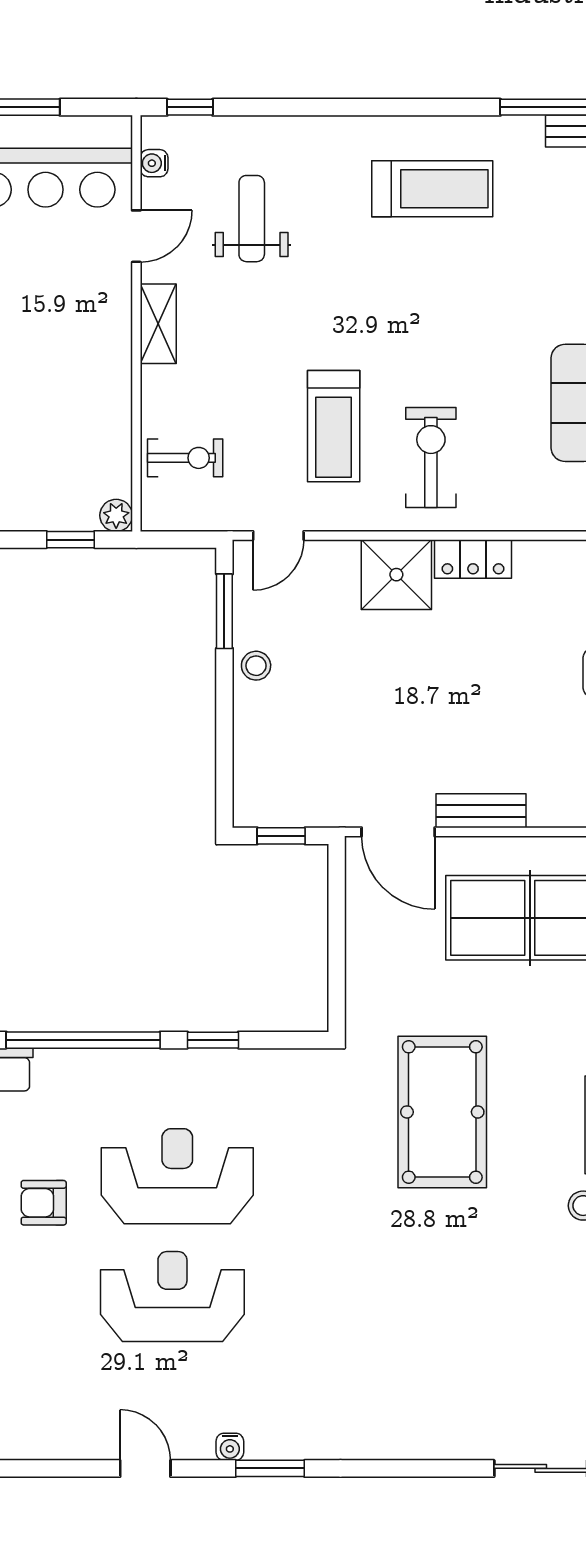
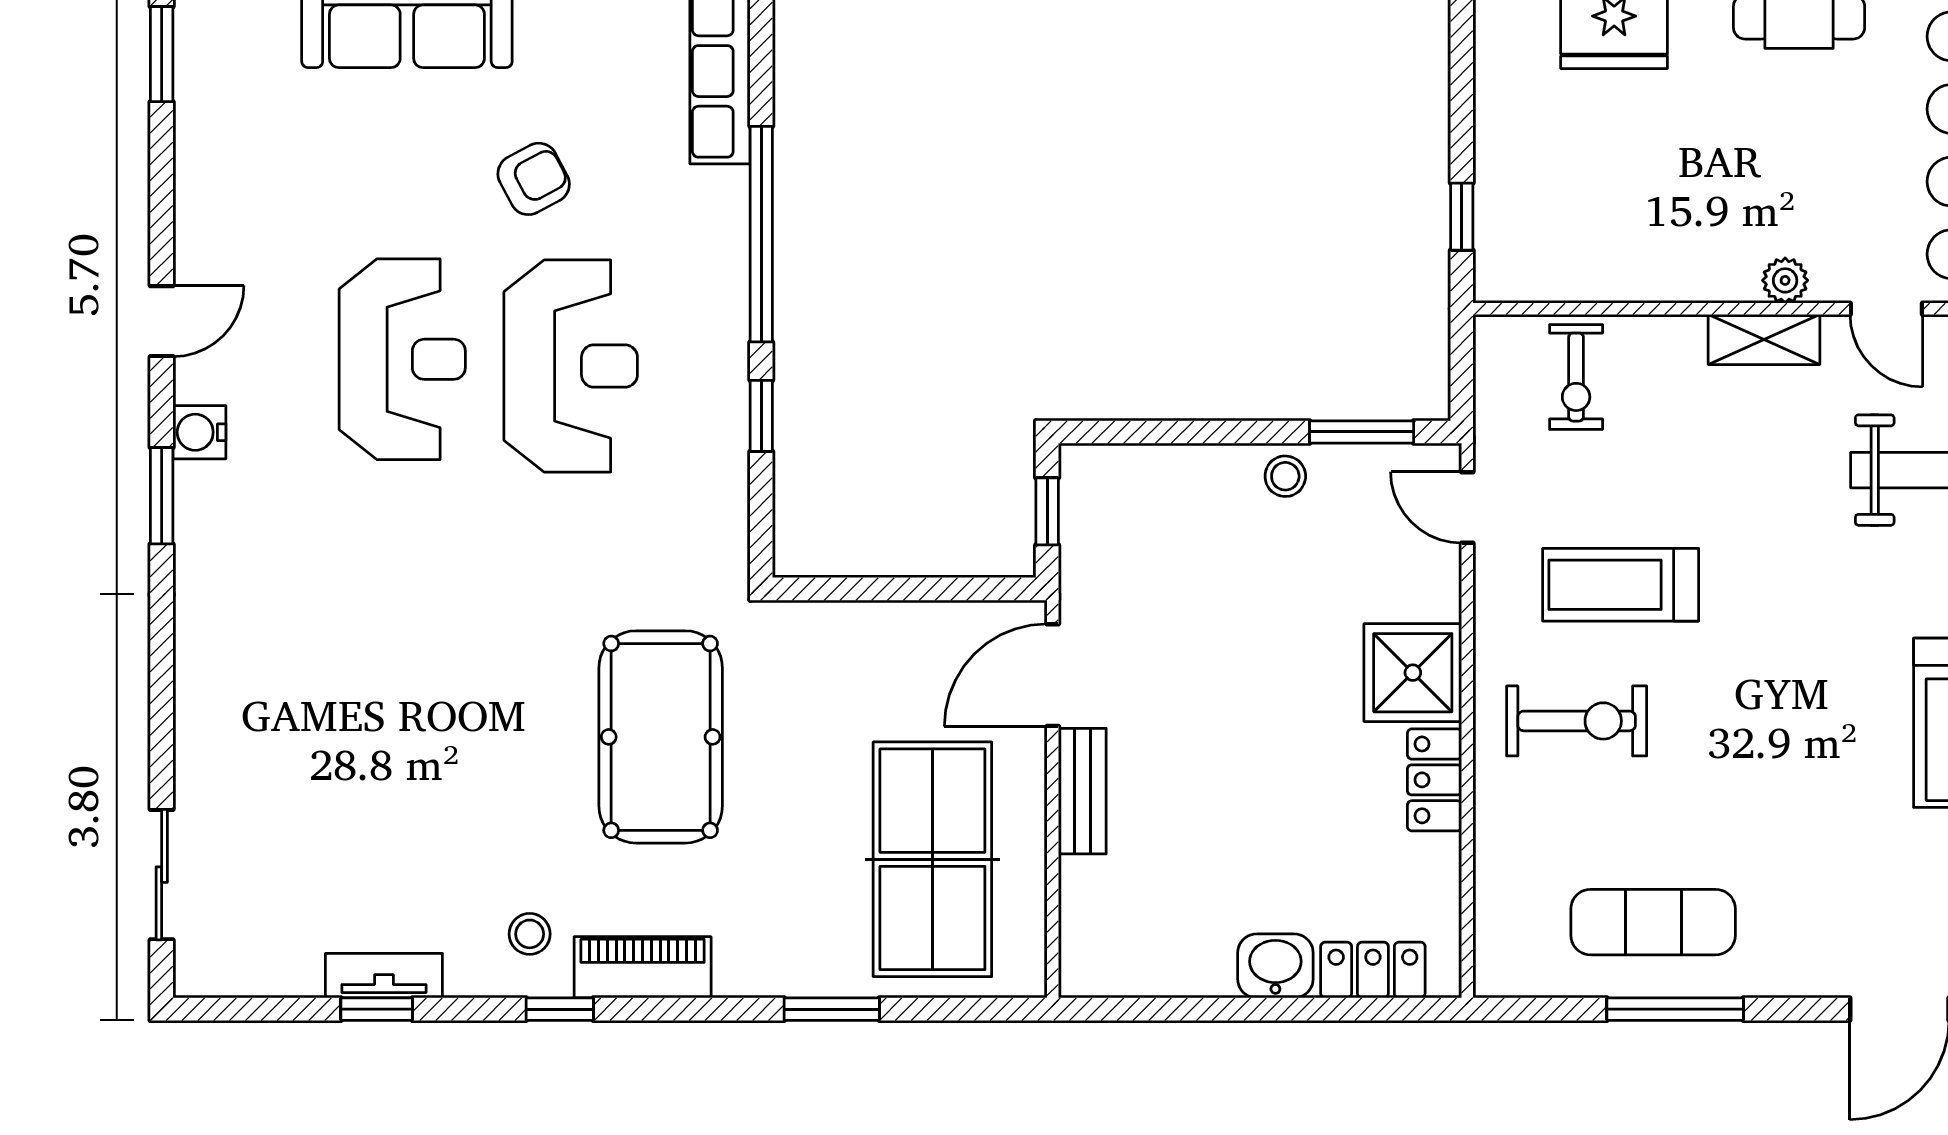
plant: (116, 515) -> (1785, 280), moved
pool table: (442, 1112) -> (661, 737), turned 90
armchair: (44, 1203) -> (534, 179), turned 62
water cooler: (230, 1447) -> (199, 432), width x1.38, depth x1.38

